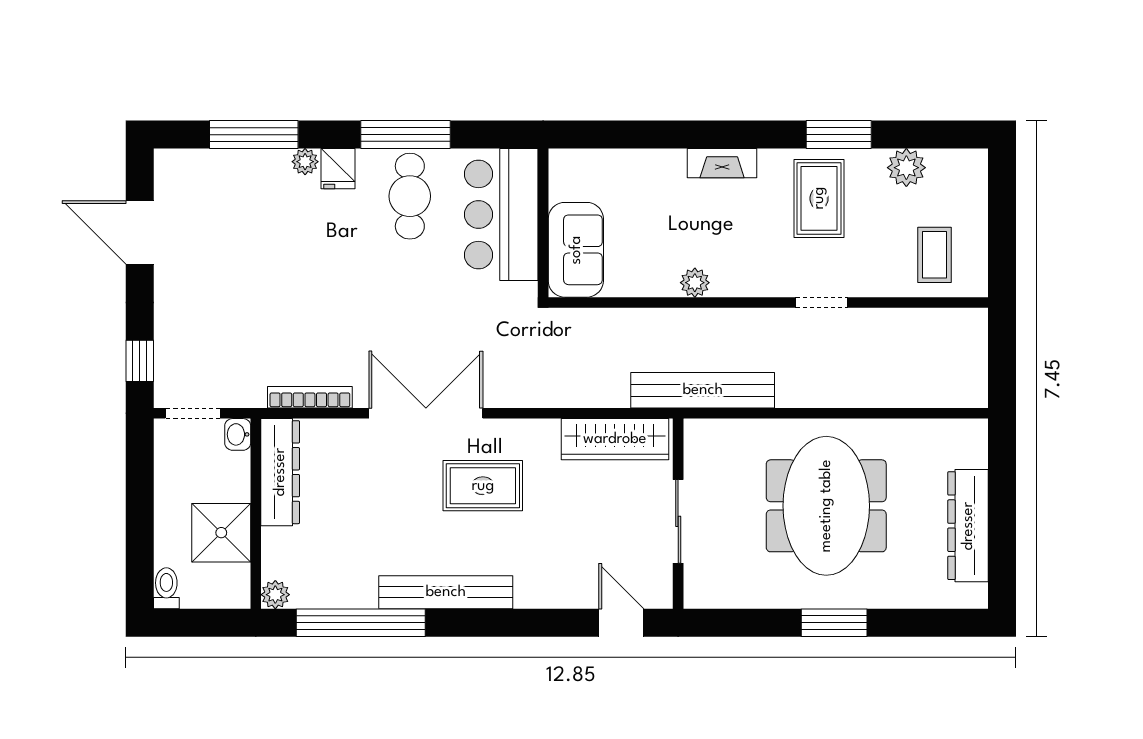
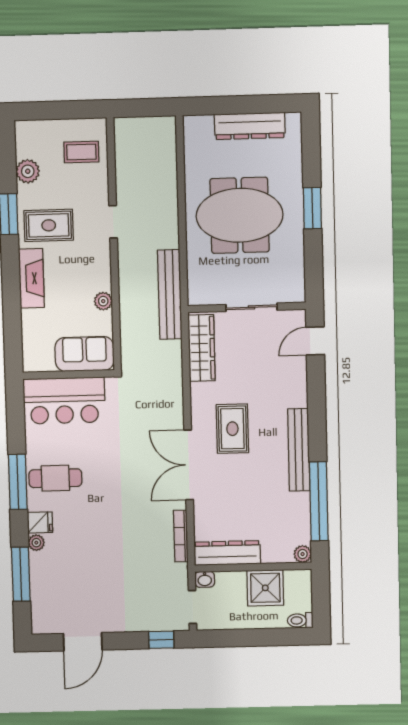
fireplace: (722, 163) -> (31, 278), width x1.37, depth x1.32
bar counter: (501, 215) -> (64, 401), moved
wall: (543, 223) -> (69, 375), moved
sofa: (576, 250) -> (85, 354), moved

